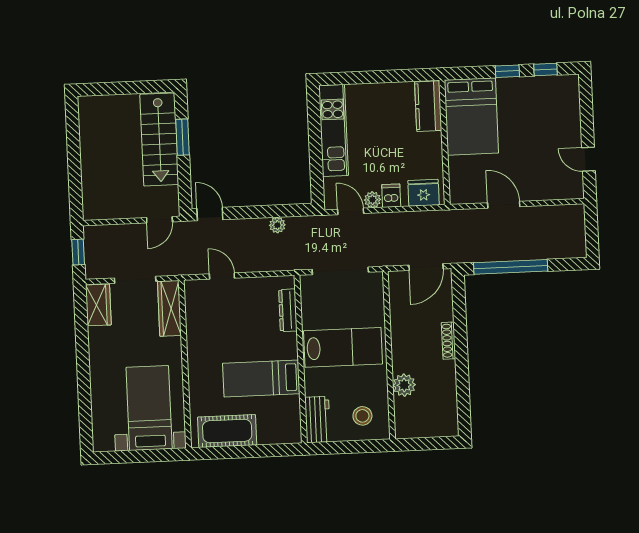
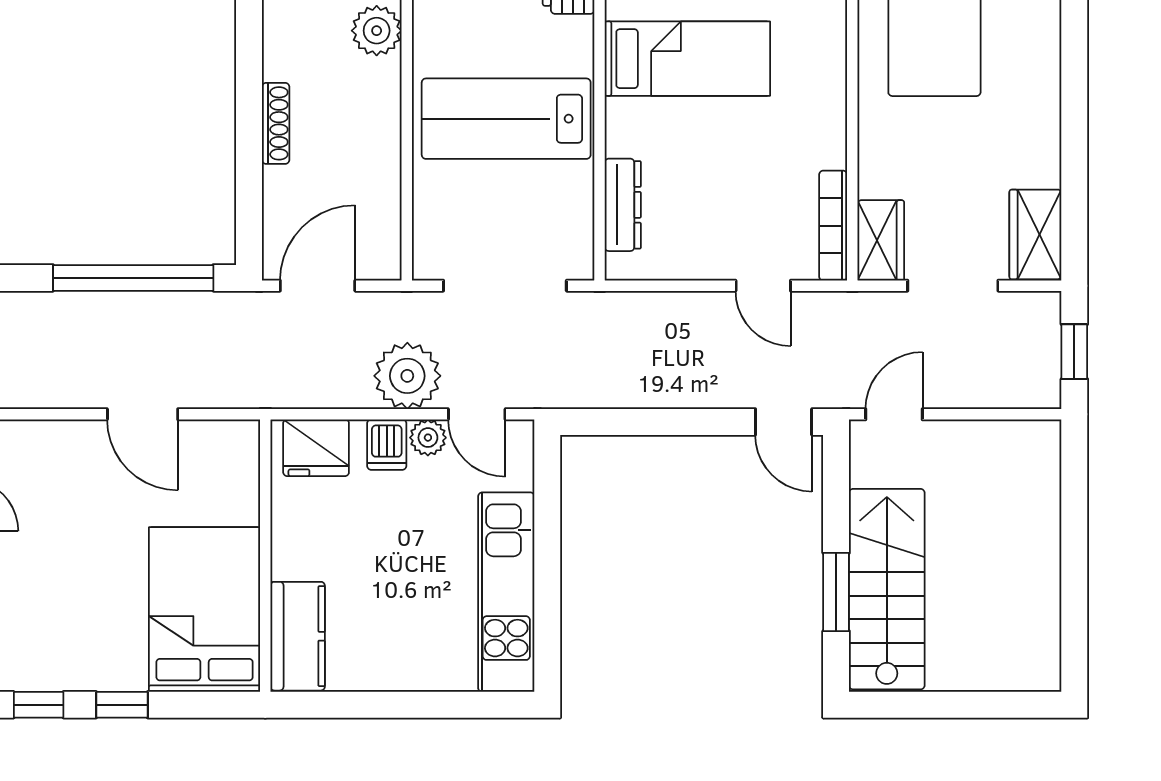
plant: (277, 225) -> (407, 376), moved, width x1.88, depth x1.88
bookcase: (191, 305) -> (833, 226), added
wardrobe: (169, 308) -> (881, 240), width x0.67

